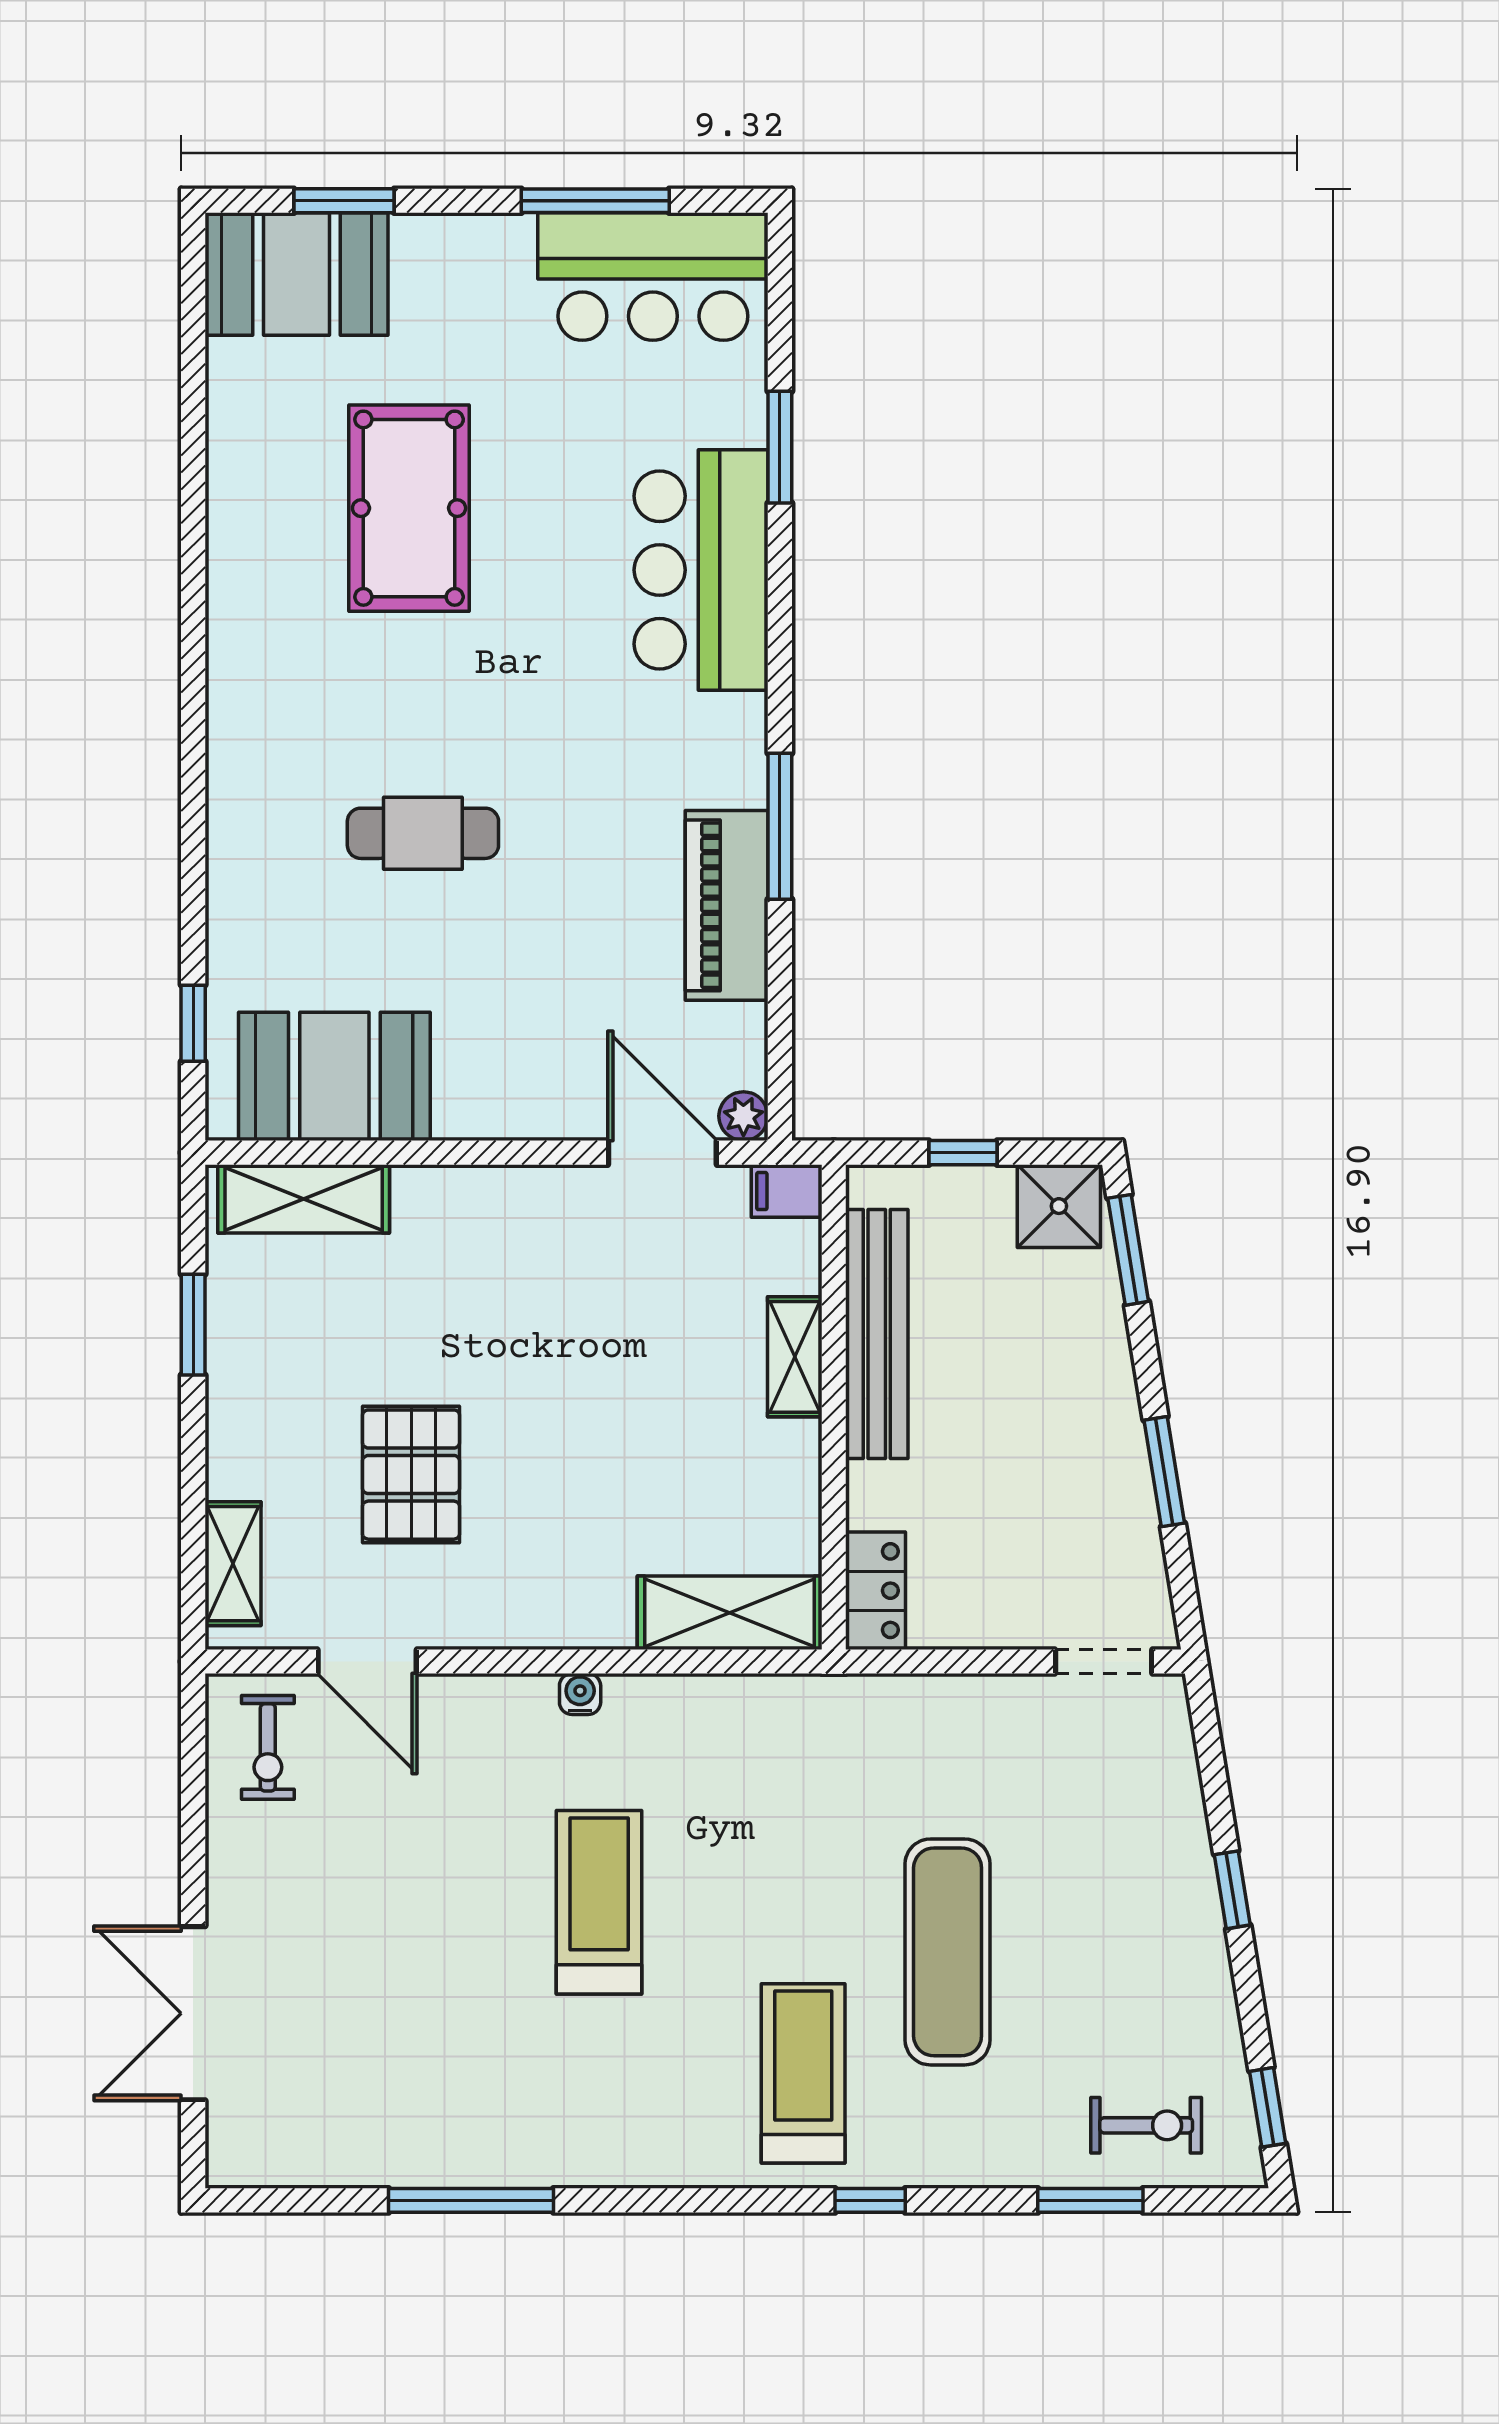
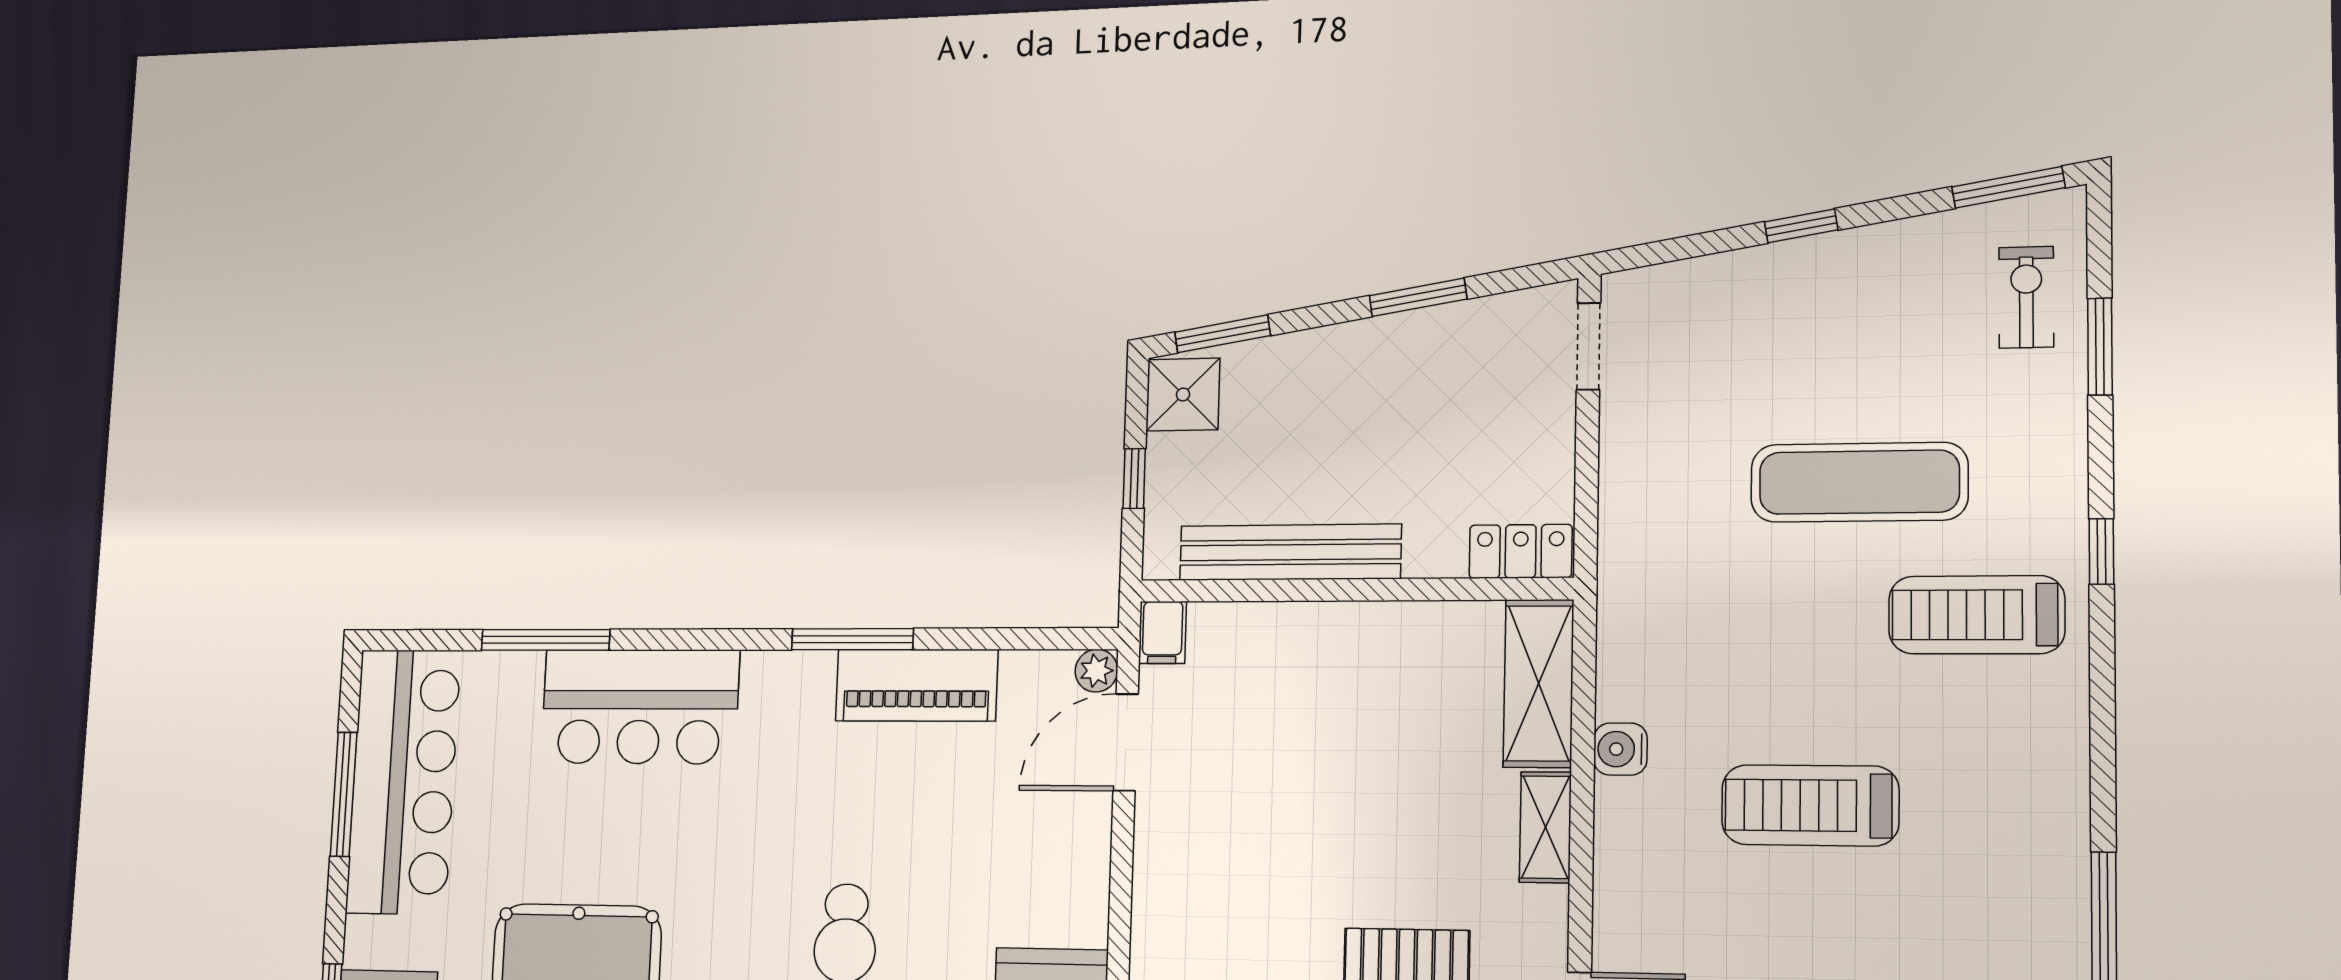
bar counter: (653, 277) -> (403, 781), width x1.36
window: (780, 447) -> (545, 640), width x1.44
shelving: (795, 1357) -> (1545, 827), moved, turned 90
water cooler: (580, 1694) -> (1620, 749), moved, width x1.38, depth x1.38
window: (1268, 2107) -> (2008, 187), width x1.50

